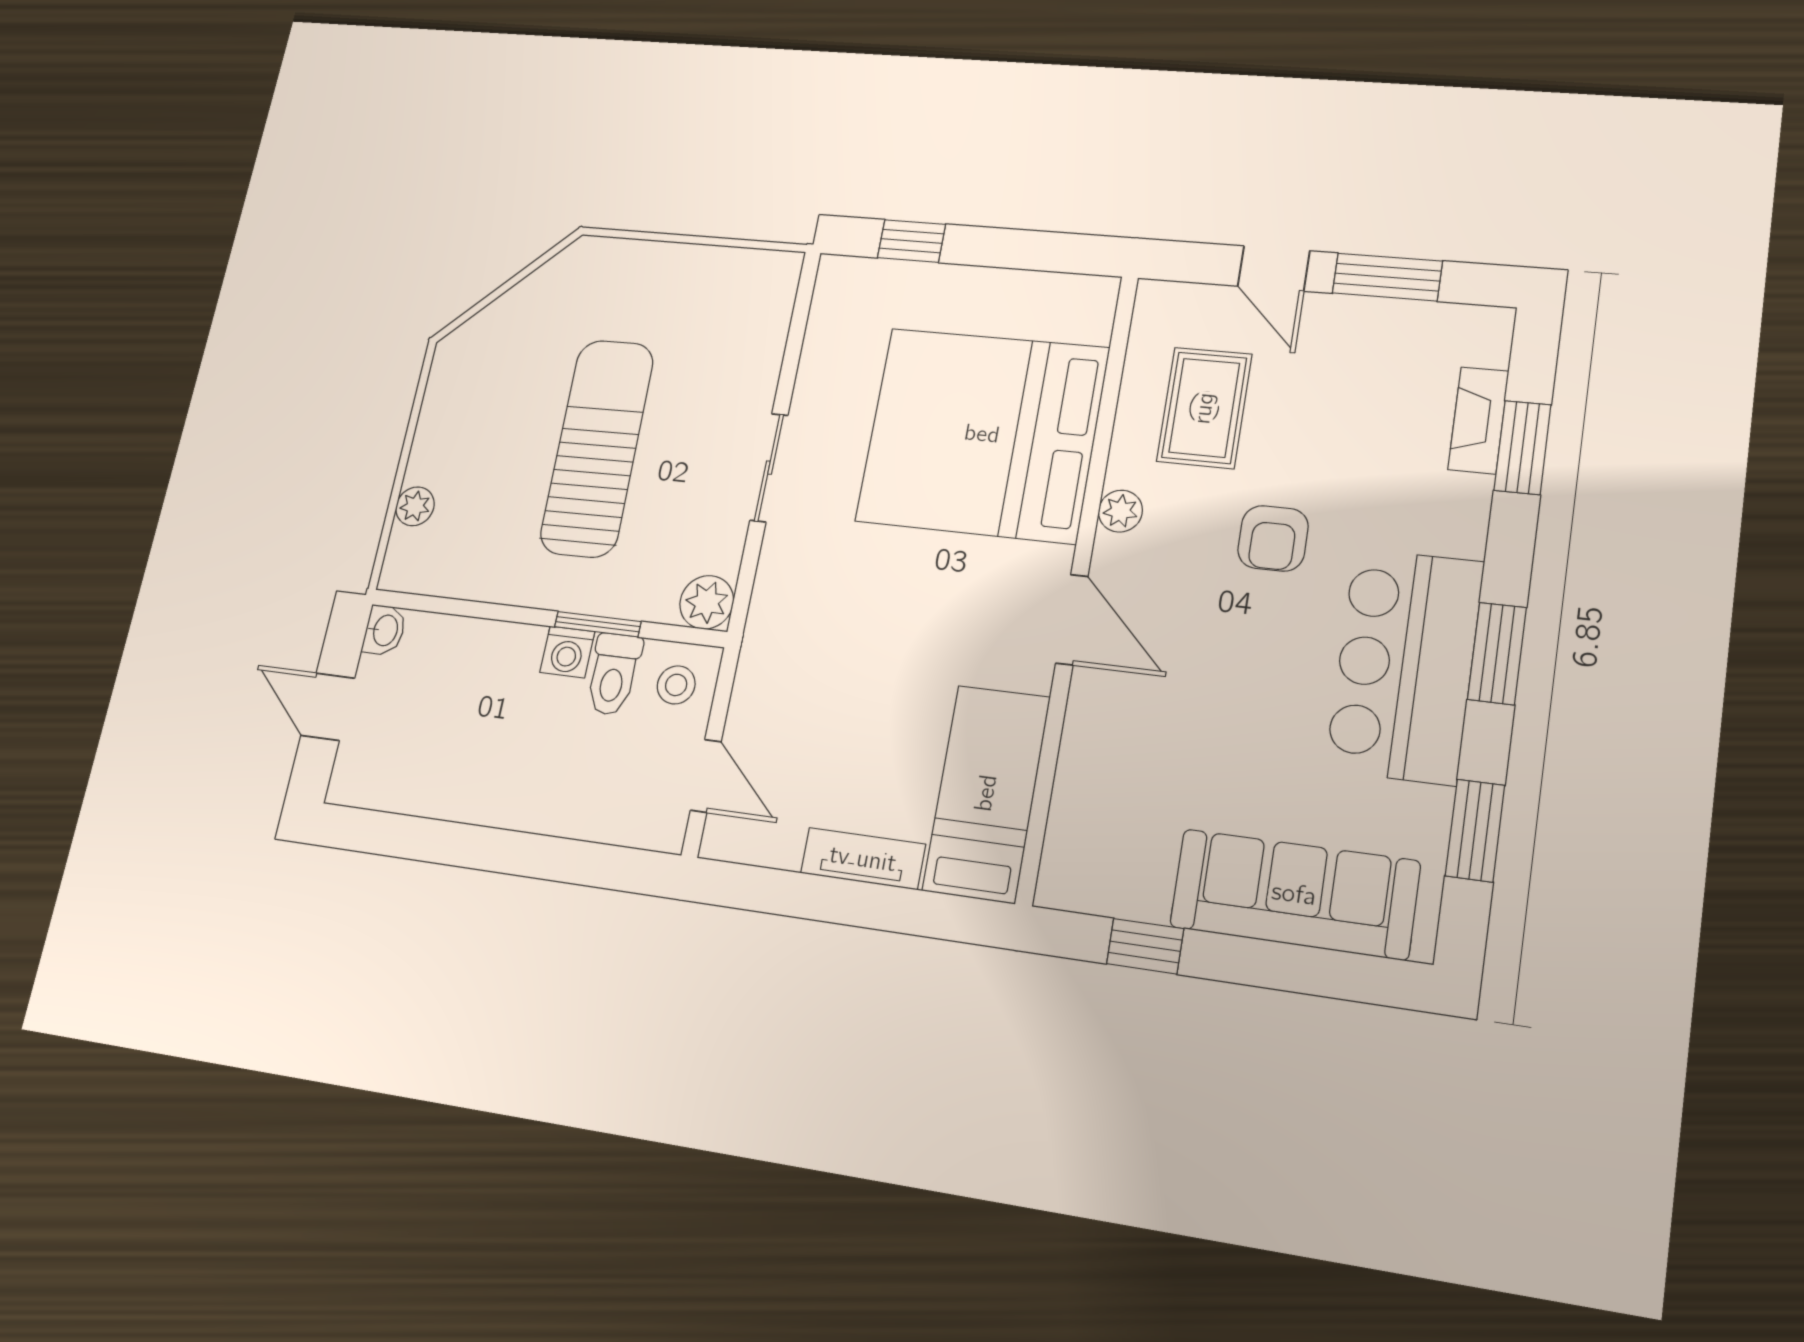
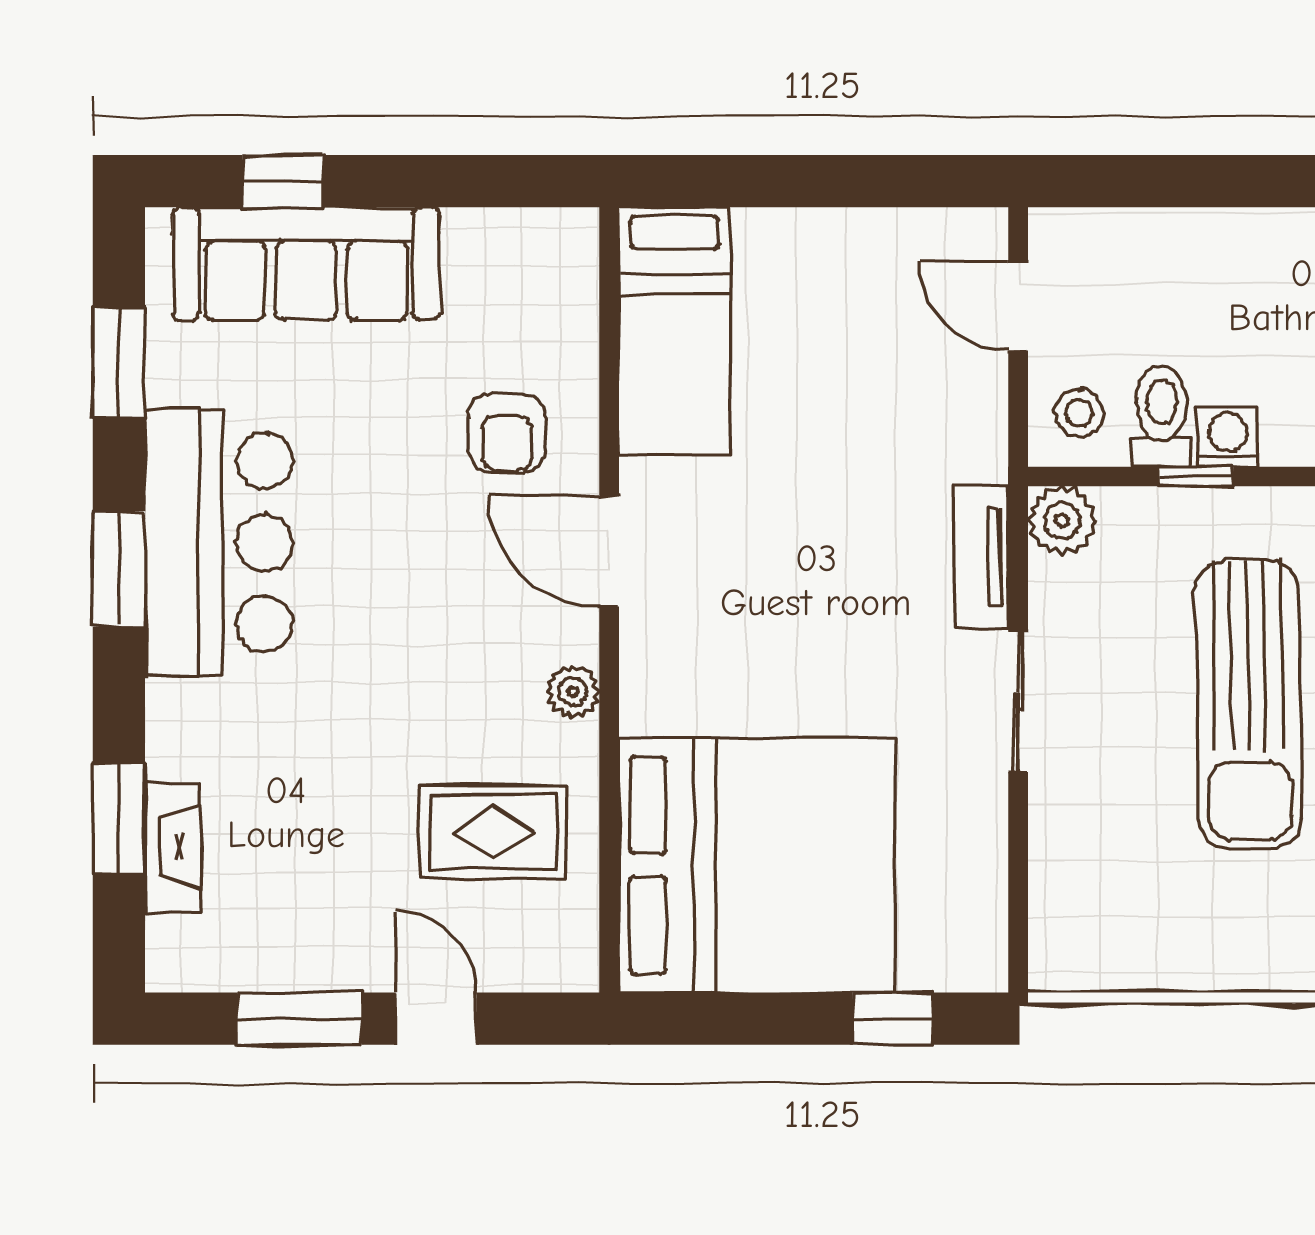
rug: (1204, 408) -> (493, 832), turned 90
bed: (982, 434) -> (757, 865), moved
armchair: (1273, 538) -> (507, 433), moved, turned 180
window: (598, 624) -> (1196, 476), width x0.67
tv unit: (863, 859) -> (981, 556), moved, turned 90
window: (1145, 946) -> (283, 181), moved

